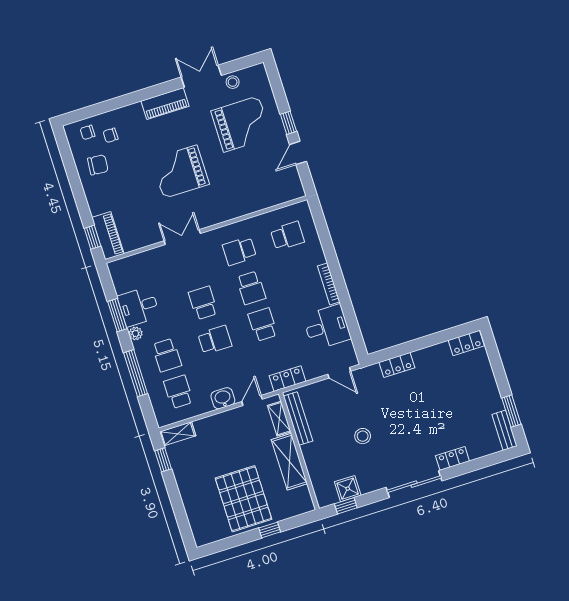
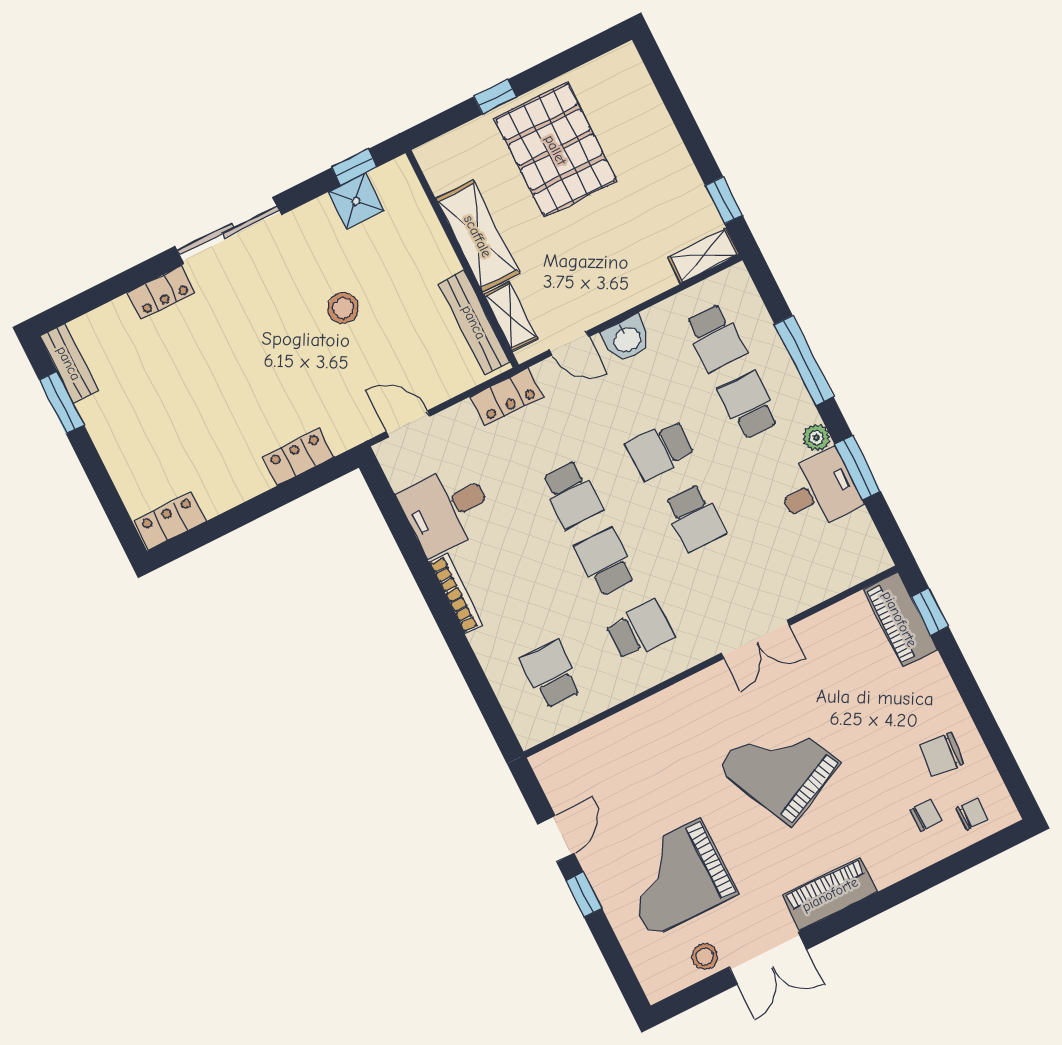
grand piano: (180, 172) -> (779, 766), turned -116
school desk: (287, 236) -> (551, 674), turned 90
door: (252, 400) -> (569, 343), hinge flipped

